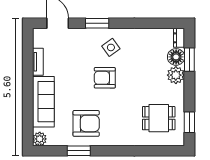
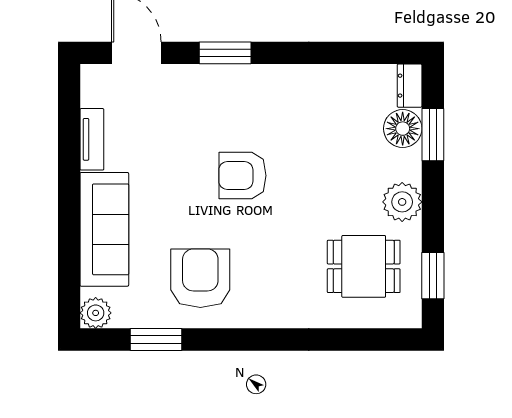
side table: (111, 47) -> (256, 107), removed
plant: (176, 75) -> (402, 202), moved
armchair: (86, 123) -> (200, 278), turned -90
window: (79, 151) -> (156, 339), moved

